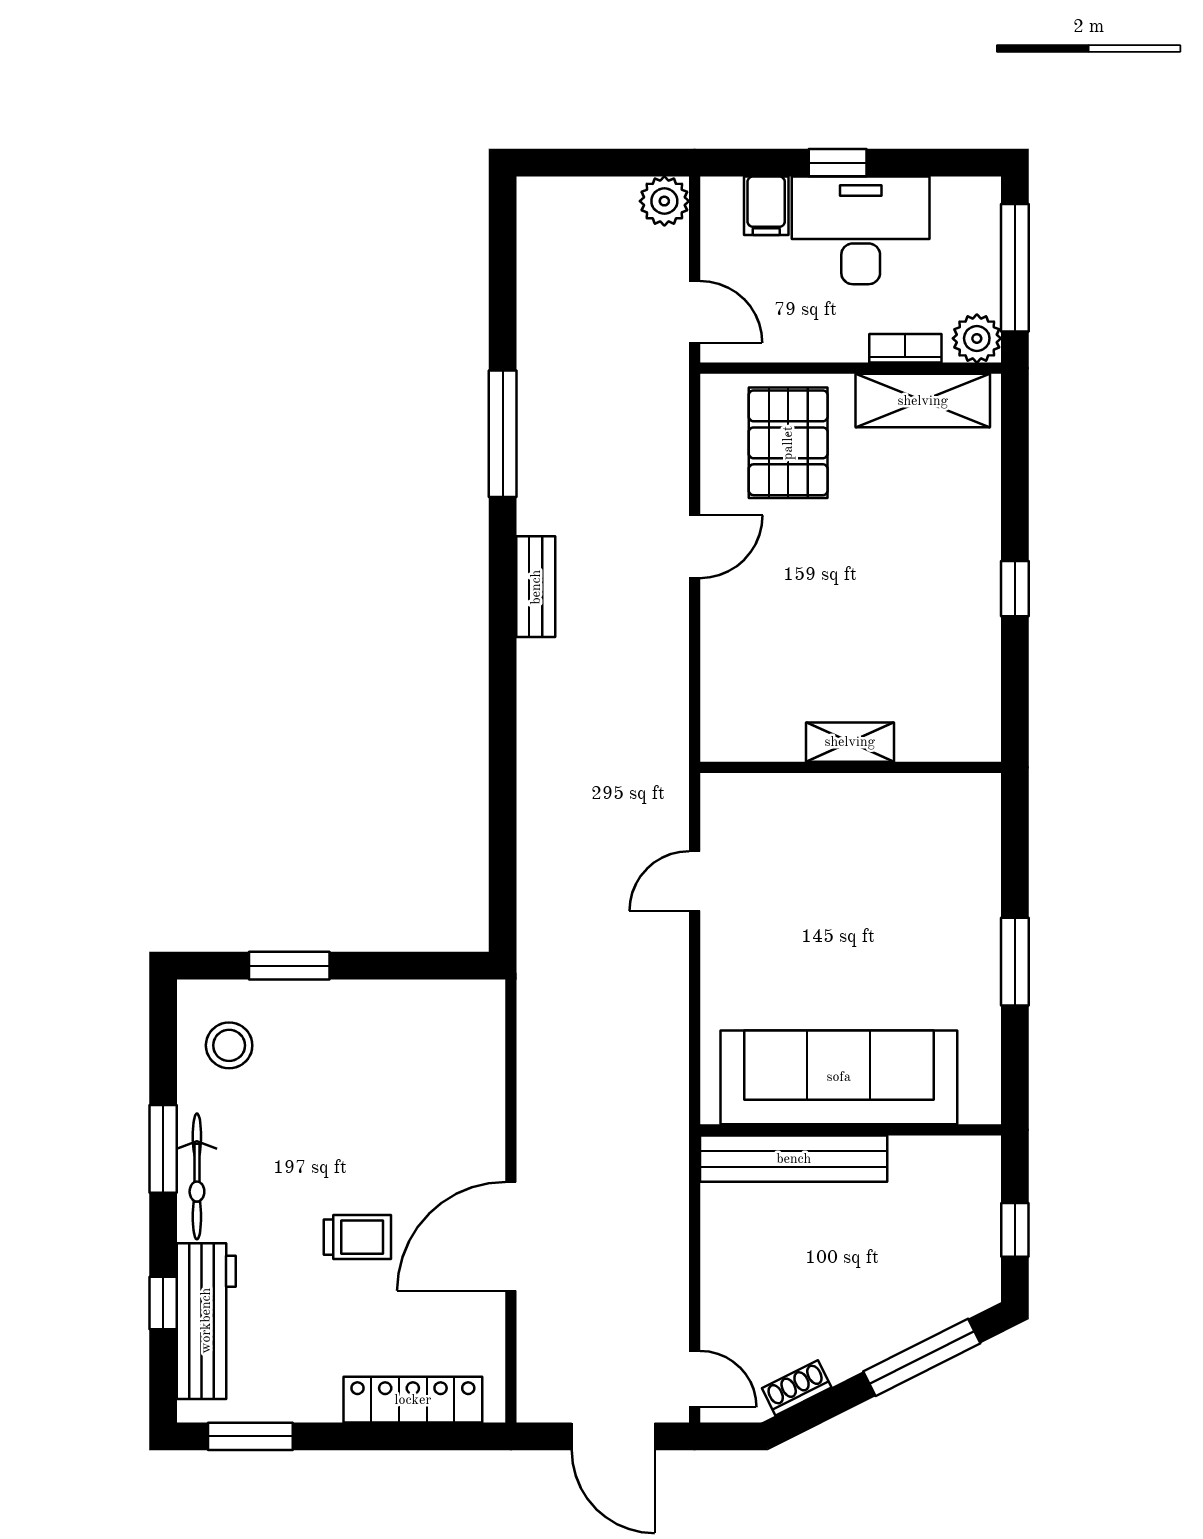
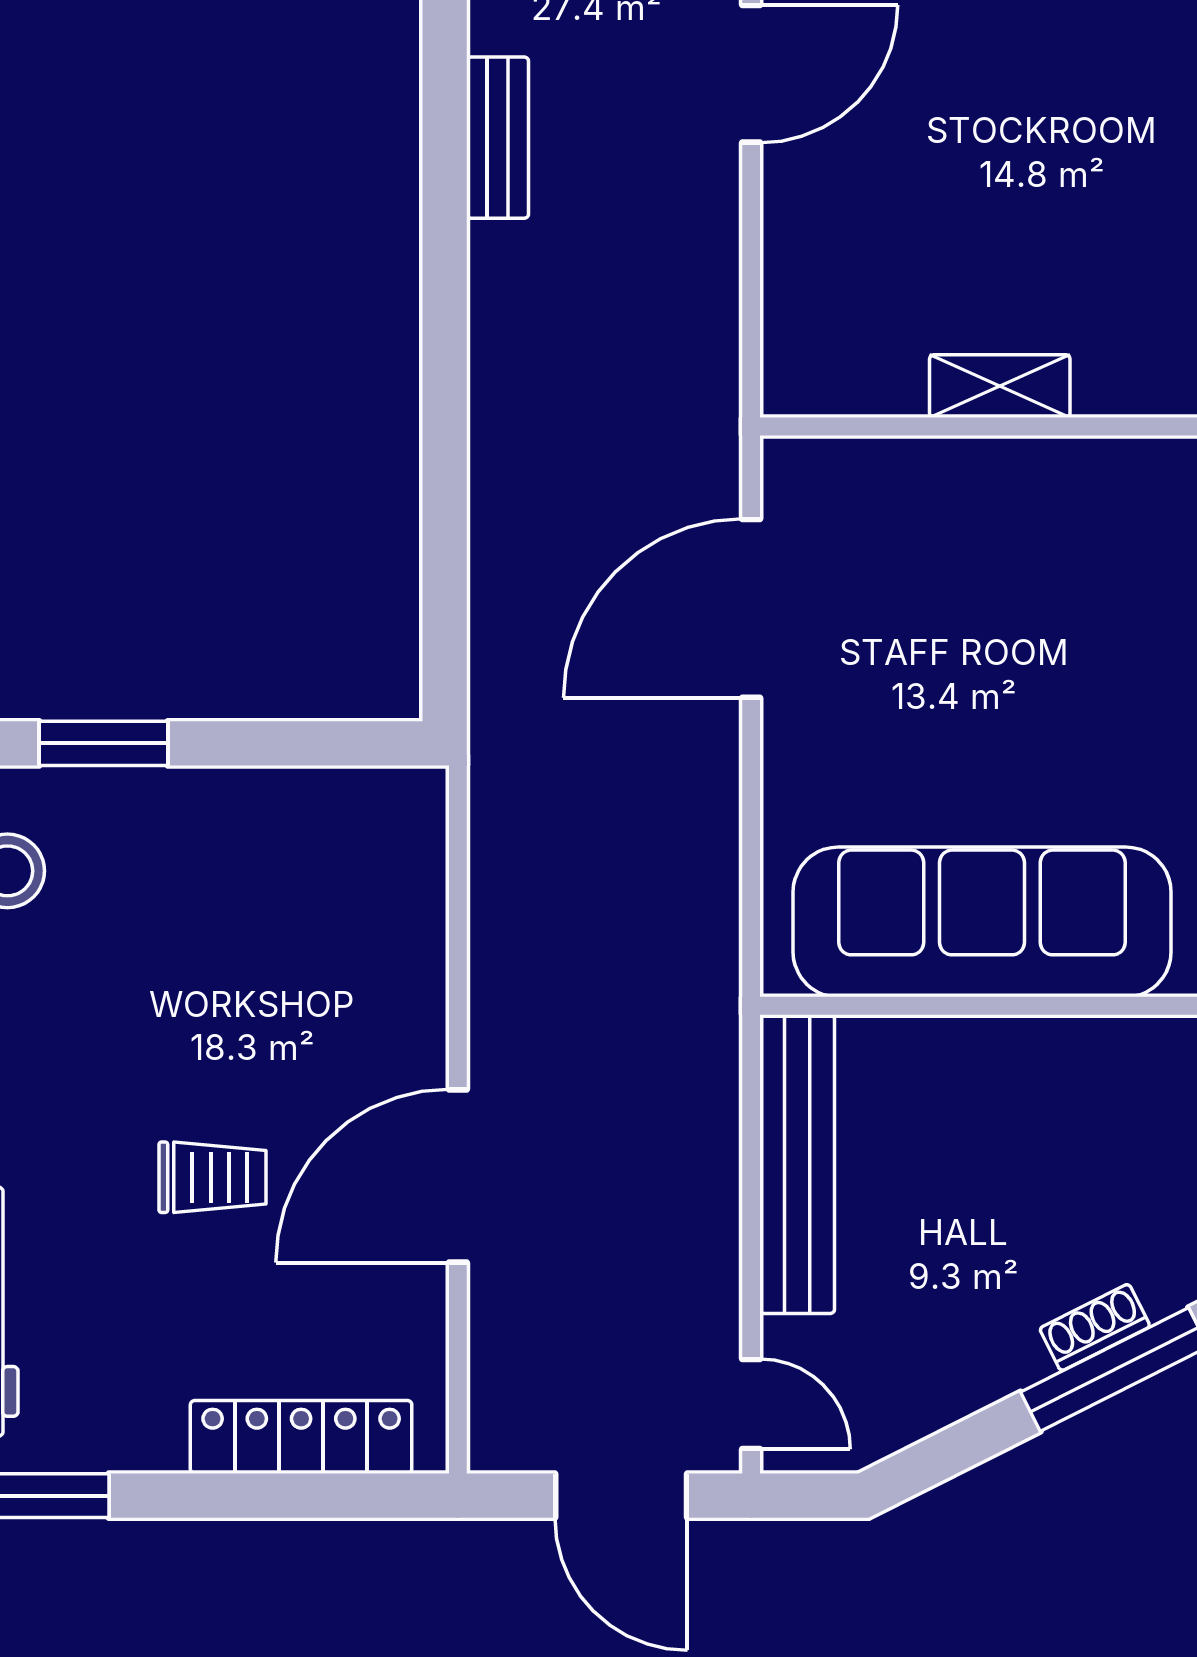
door: (695, 547) -> (751, 74), width x1.38
door: (695, 881) -> (751, 608), width x1.88
bench: (794, 1159) -> (797, 1164), moved, turned 90
shoe rack: (797, 1388) -> (1095, 1327), moved

